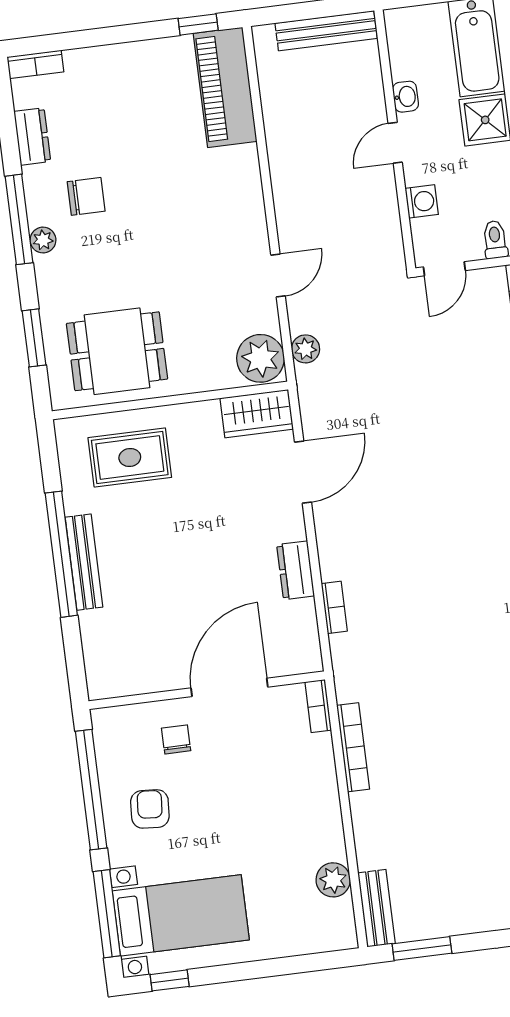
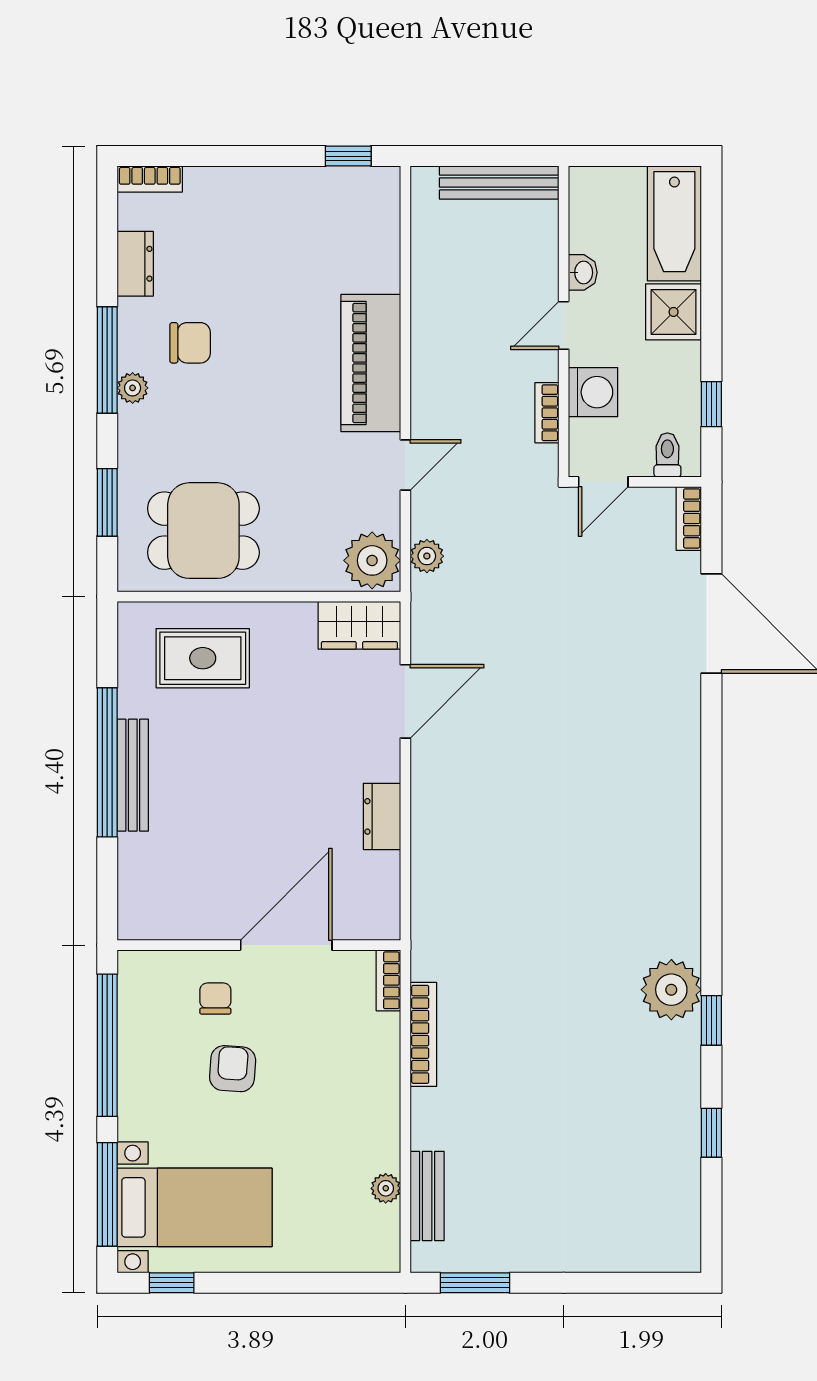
piano: (225, 87) -> (371, 363), moved
washing machine: (422, 201) -> (593, 392), width x1.38, depth x1.38
bookcase: (334, 607) -> (547, 413), moved, turned 180
armchair: (150, 809) -> (233, 1069), moved
plant: (333, 880) -> (386, 1188), width x0.73, depth x0.73
bench: (376, 908) -> (427, 1196), moved

